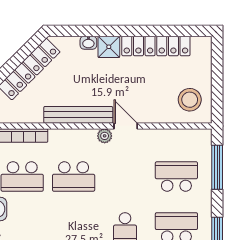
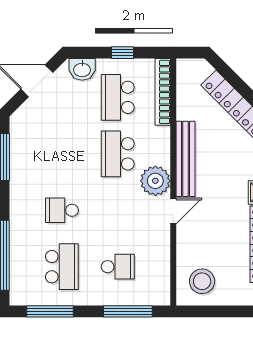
plant: (105, 136) -> (155, 181), width x1.88, depth x1.88
school desk: (176, 177) -> (118, 267), width x0.54

